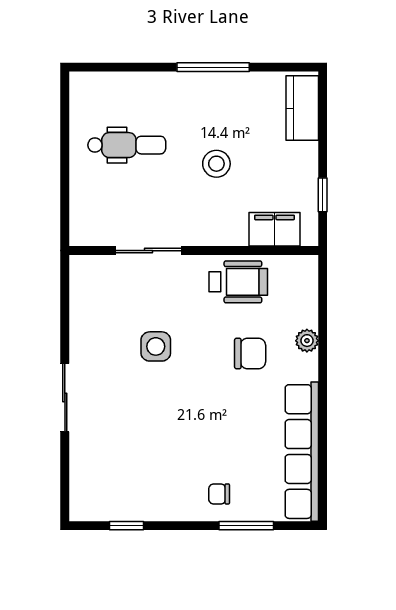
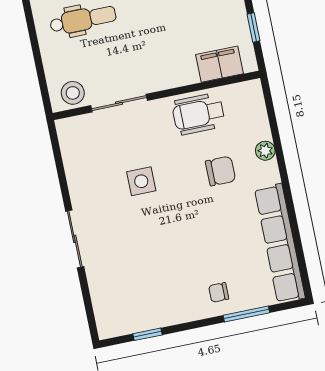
stool: (216, 164) -> (73, 93), moved
wheelchair: (238, 282) -> (198, 114), turned 180

